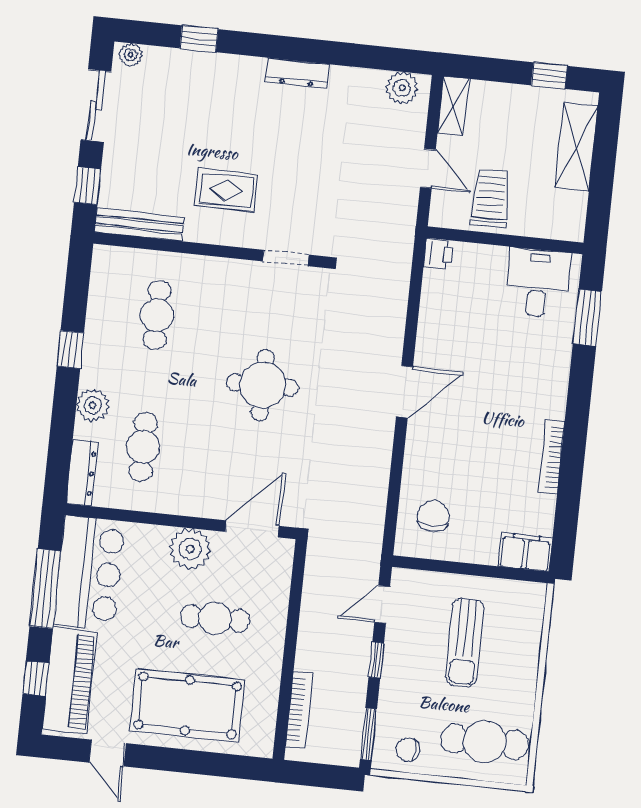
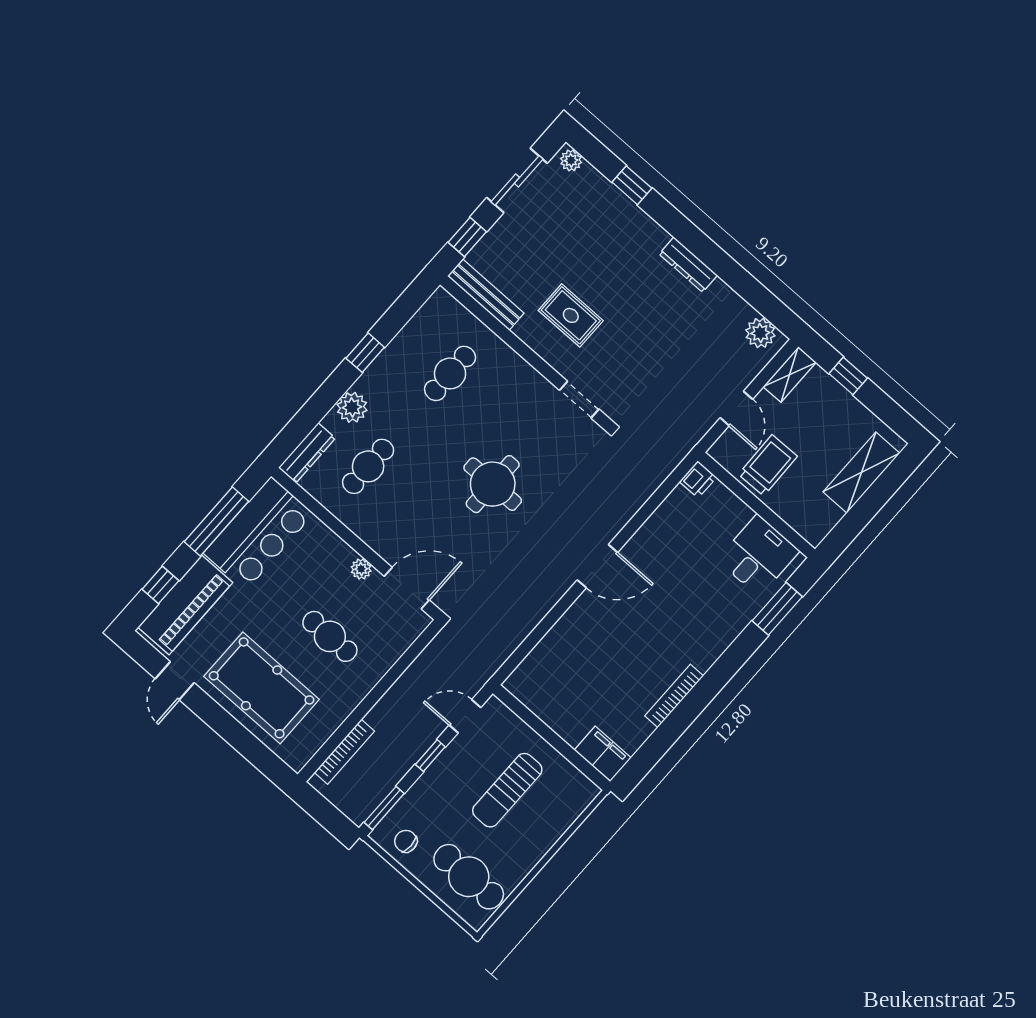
window: (549, 76) -> (848, 376), moved
chair: (433, 516) -> (552, 677), removed
plant: (190, 549) -> (361, 569), width x0.53, depth x0.53

